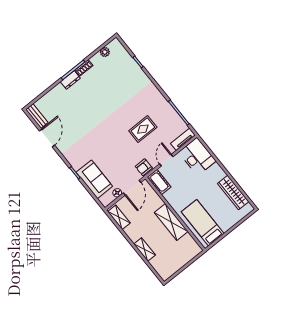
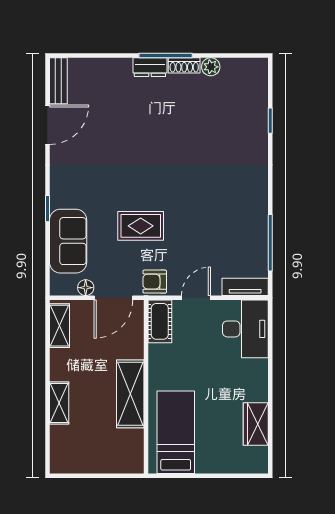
plant: (105, 52) -> (211, 67), moved
rug: (143, 129) -> (141, 226), moved
wardrobe: (233, 193) -> (256, 424), width x0.67

